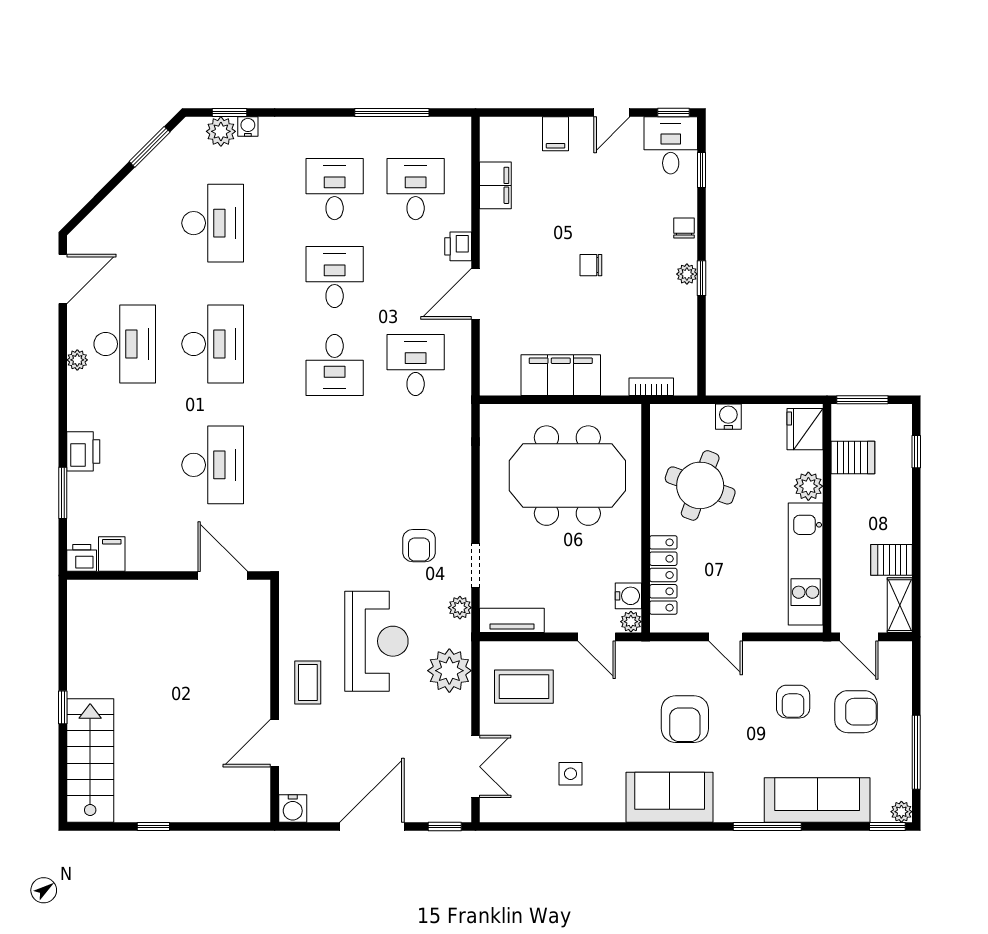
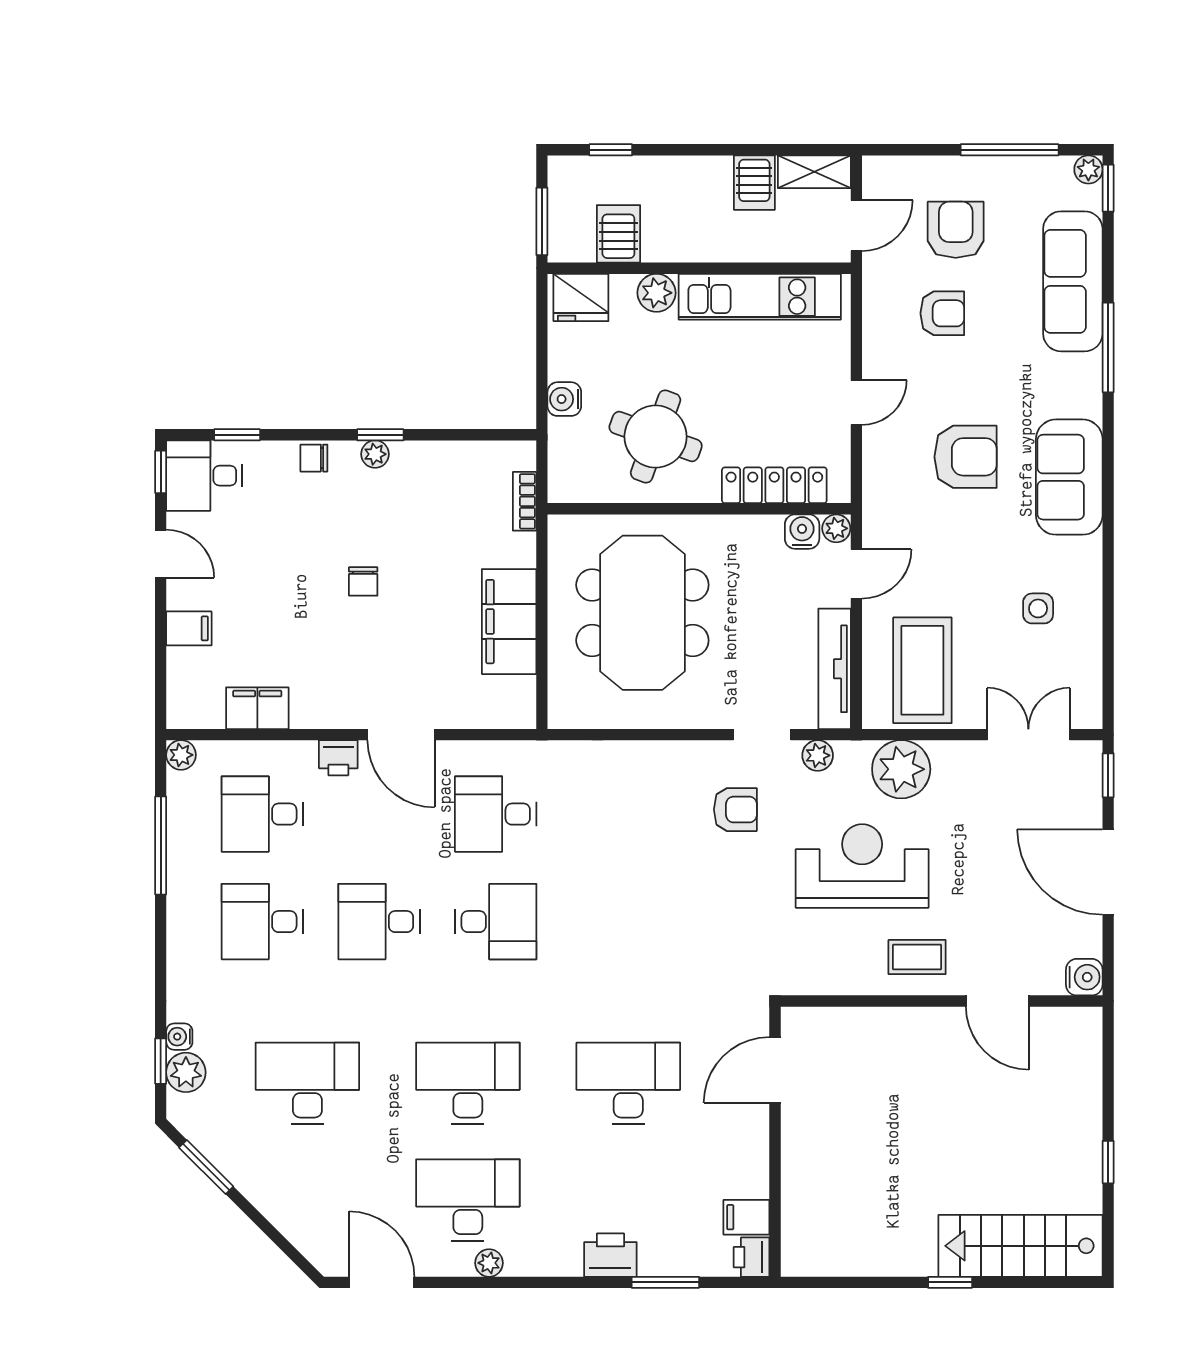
plant: (460, 128) -> (181, 755), added
tv unit: (512, 620) -> (835, 669), width x1.41
coffee table: (524, 687) -> (922, 670), width x1.36, depth x1.32

